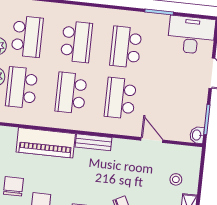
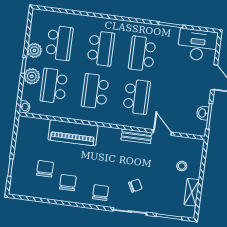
school desk: (120, 98) -> (137, 97), turned 180
washbasin: (197, 135) -> (202, 113), moved
bench: (93, 142) -> (136, 136), moved

